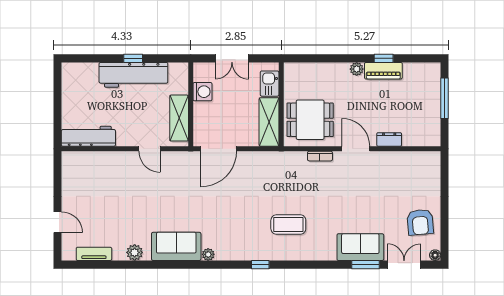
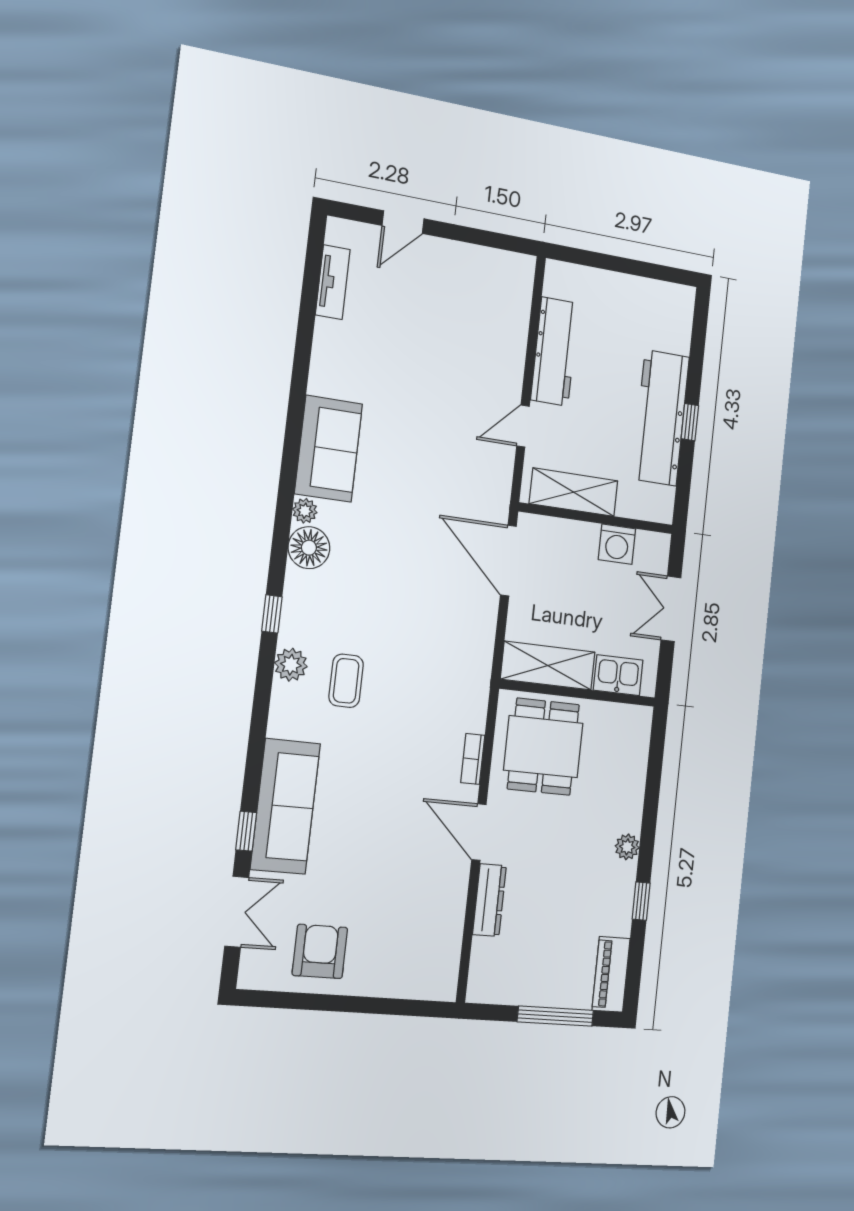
piano: (383, 71) -> (611, 974), moved
workbench: (88, 136) -> (555, 351), moved
dresser: (389, 139) -> (489, 900), width x1.44
door: (356, 149) -> (479, 832), swing flipped
armchair: (420, 222) -> (320, 951), turned 95
coffee table: (288, 225) -> (346, 681), width x0.73, depth x0.77
sofa: (360, 247) -> (285, 806), width x1.36
plant: (135, 252) -> (291, 665), moved
floor lamp: (435, 255) -> (309, 548), moved, width x1.89, depth x1.89
window: (366, 265) -> (246, 831), width x0.67

